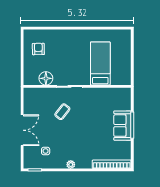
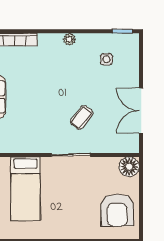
armchair: (38, 49) -> (117, 210), width x1.88, depth x1.88
floor lamp: (46, 78) -> (129, 167), moved
double door: (22, 130) -> (141, 111), moved

